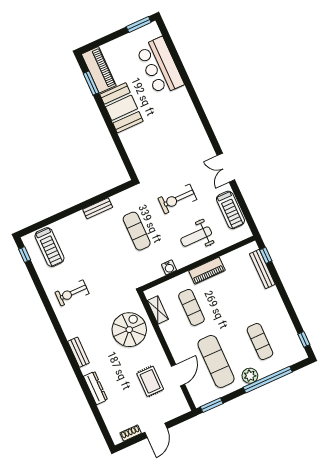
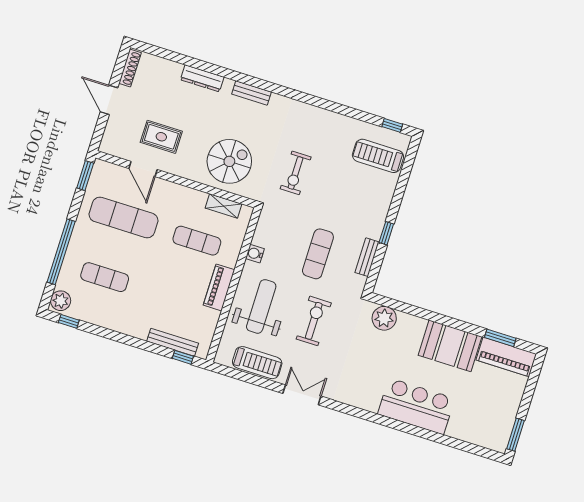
bar counter: (160, 66) -> (416, 406), moved
plant: (140, 160) -> (384, 318), added
window: (90, 202) -> (386, 233), added
bench: (98, 208) -> (367, 257), moved
treadmill: (230, 210) -> (257, 363), turned 180
exercise mat: (137, 231) -> (318, 254), turned 90
weight bench: (196, 237) -> (261, 306), width x1.36, depth x1.33
exercise bike: (72, 293) -> (296, 173), moved, turned 180
spiral stairs: (129, 330) -> (229, 161), turned -90
plant: (250, 376) -> (61, 301), moved
shoe rack: (131, 433) -> (130, 68), width x1.43

